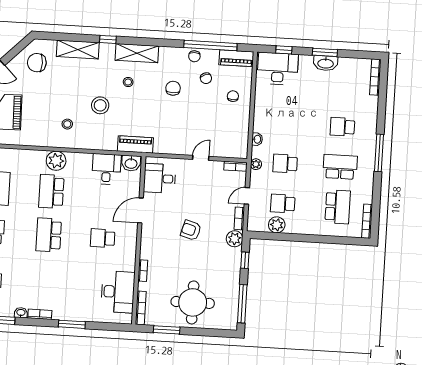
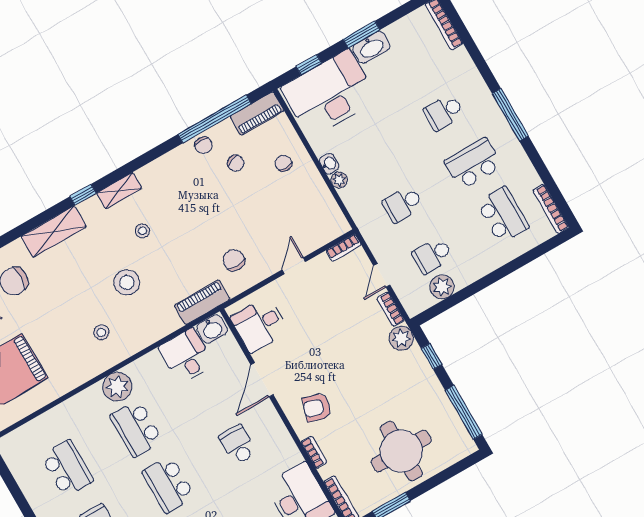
shelving: (137, 53) -> (119, 191), width x0.67, depth x0.75
desk: (278, 69) -> (329, 94), width x1.36, depth x1.30
chair: (173, 88) -> (234, 260), moved
washbasin: (257, 139) -> (329, 164), moved
plant: (256, 164) -> (339, 180), moved
armchair: (191, 230) -> (317, 407), moved
school desk: (103, 238) -> (238, 445), turned 90

